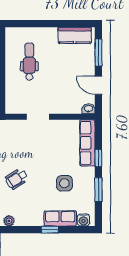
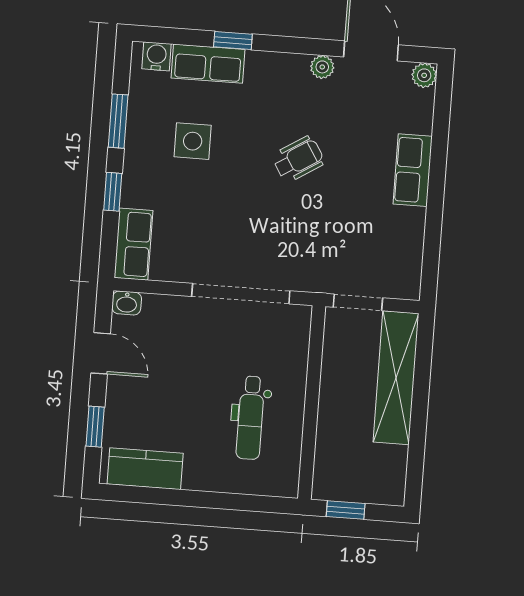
window: (98, 52) -> (95, 427), width x0.67
doorway: (38, 117) -> (241, 294), width x1.88
row of seats: (87, 143) -> (134, 244), width x0.68

